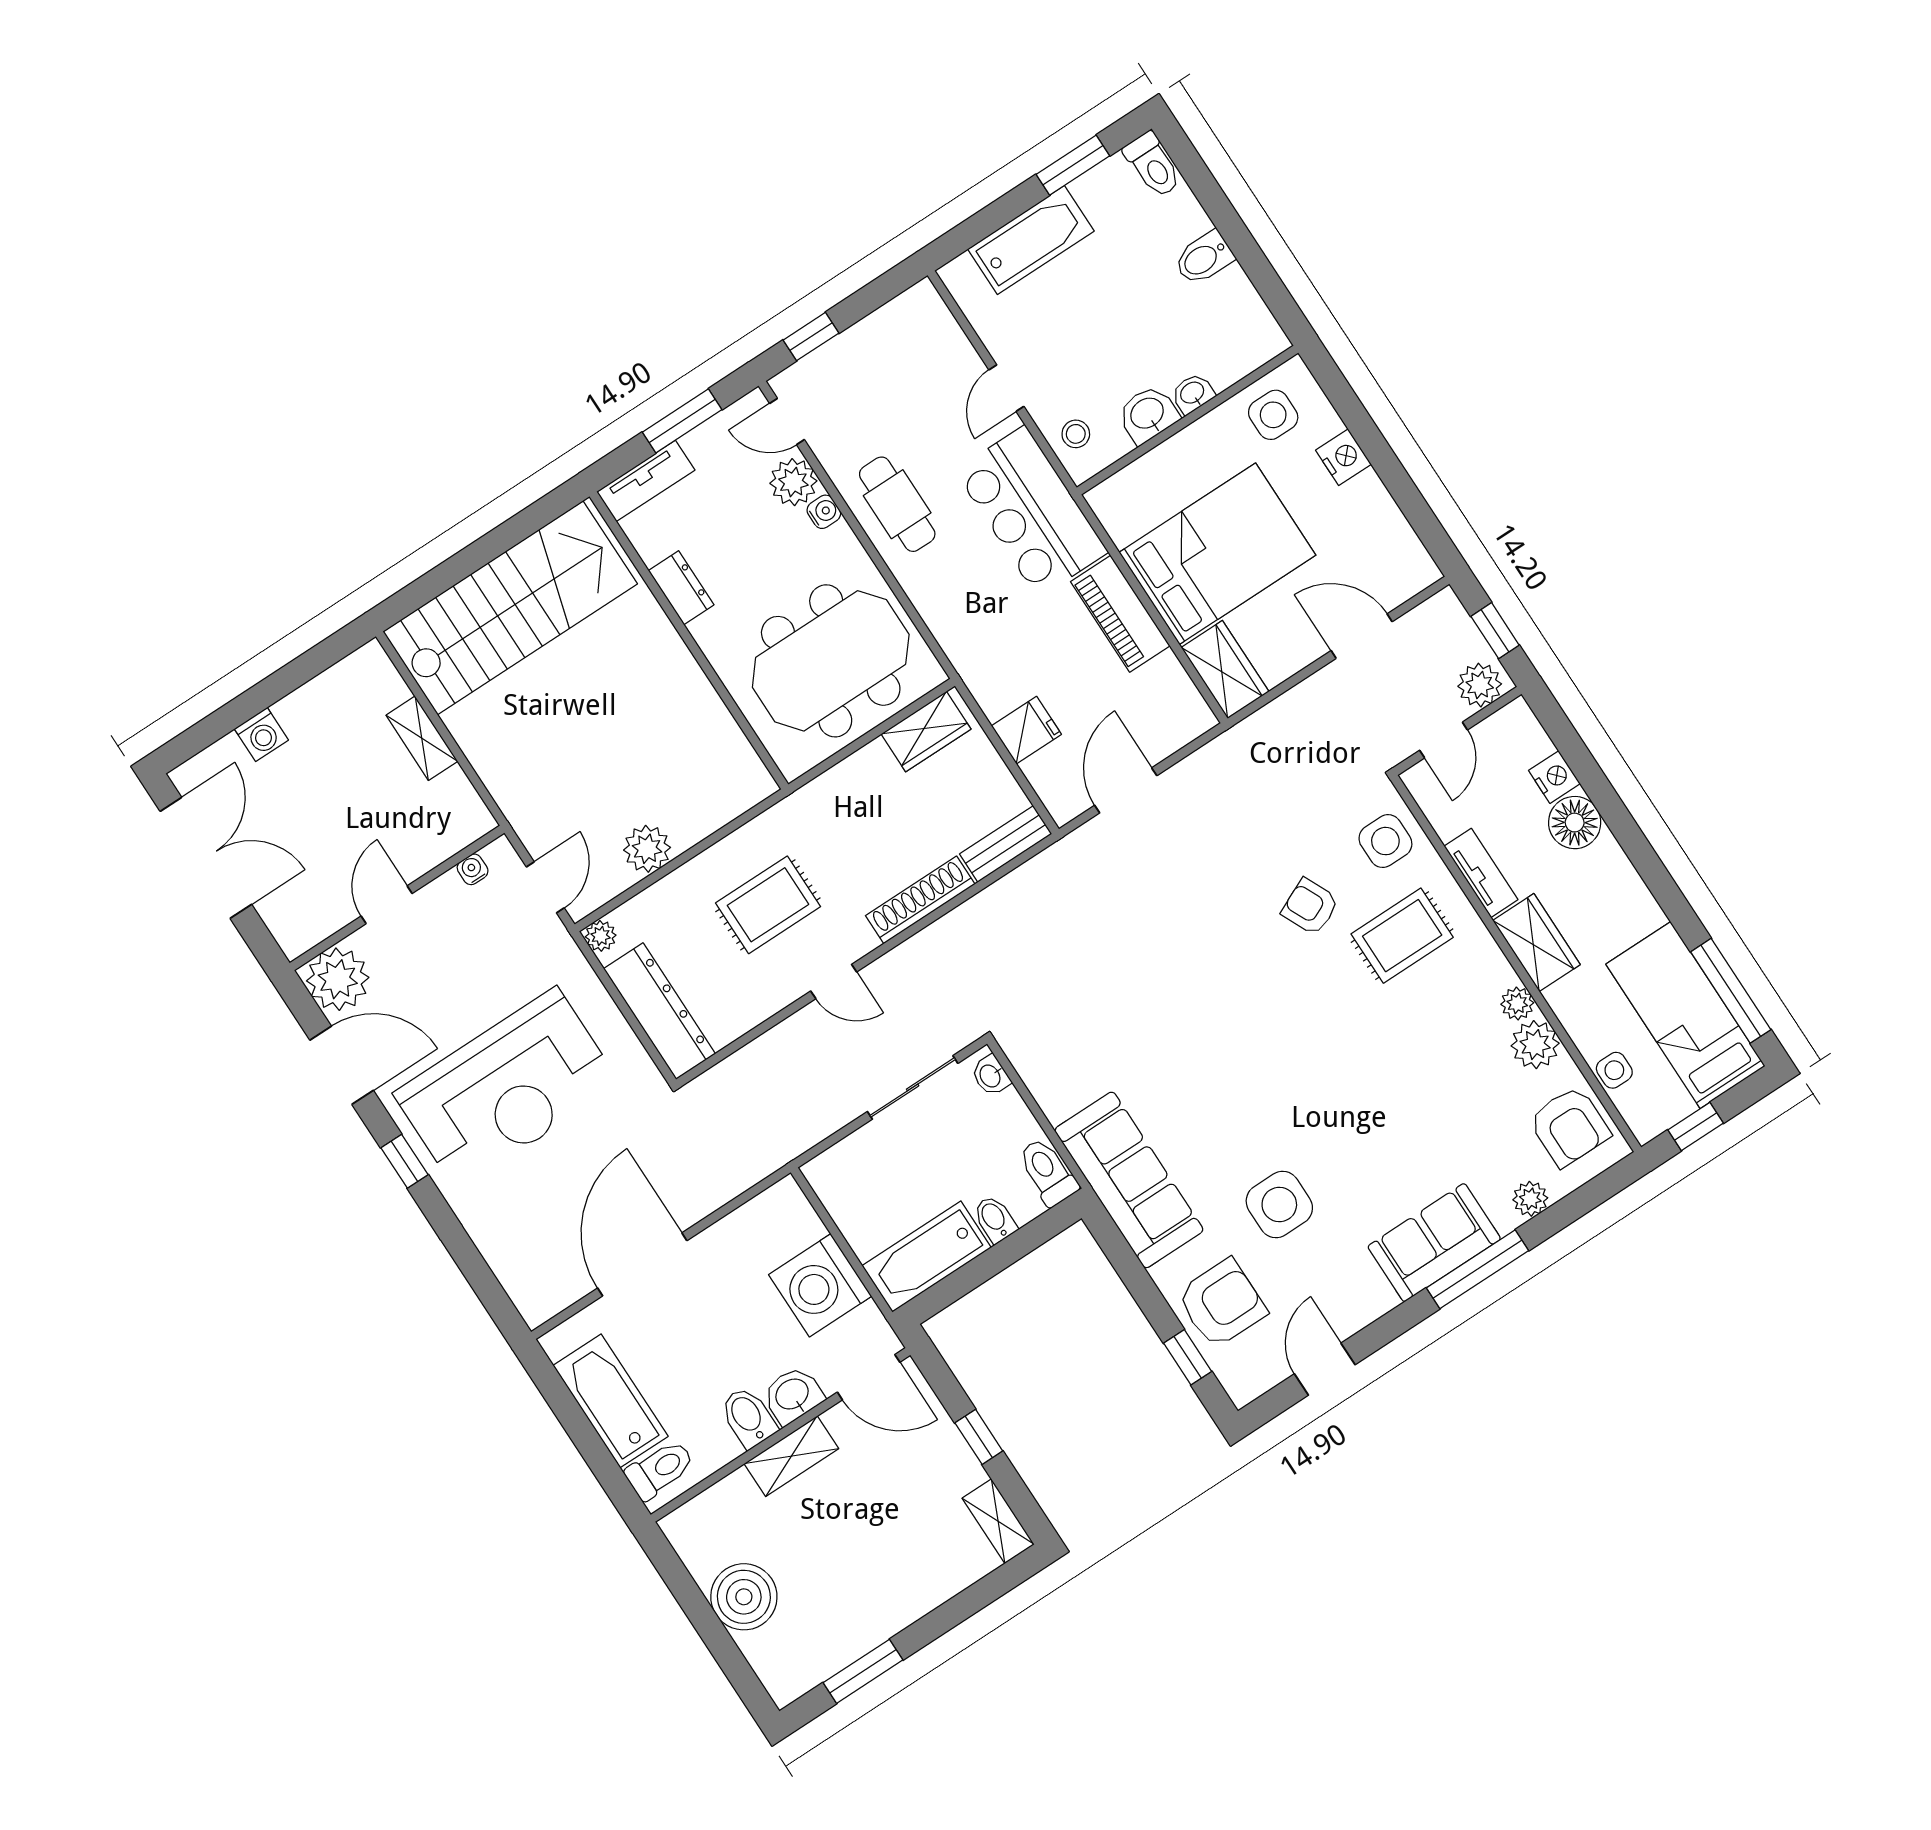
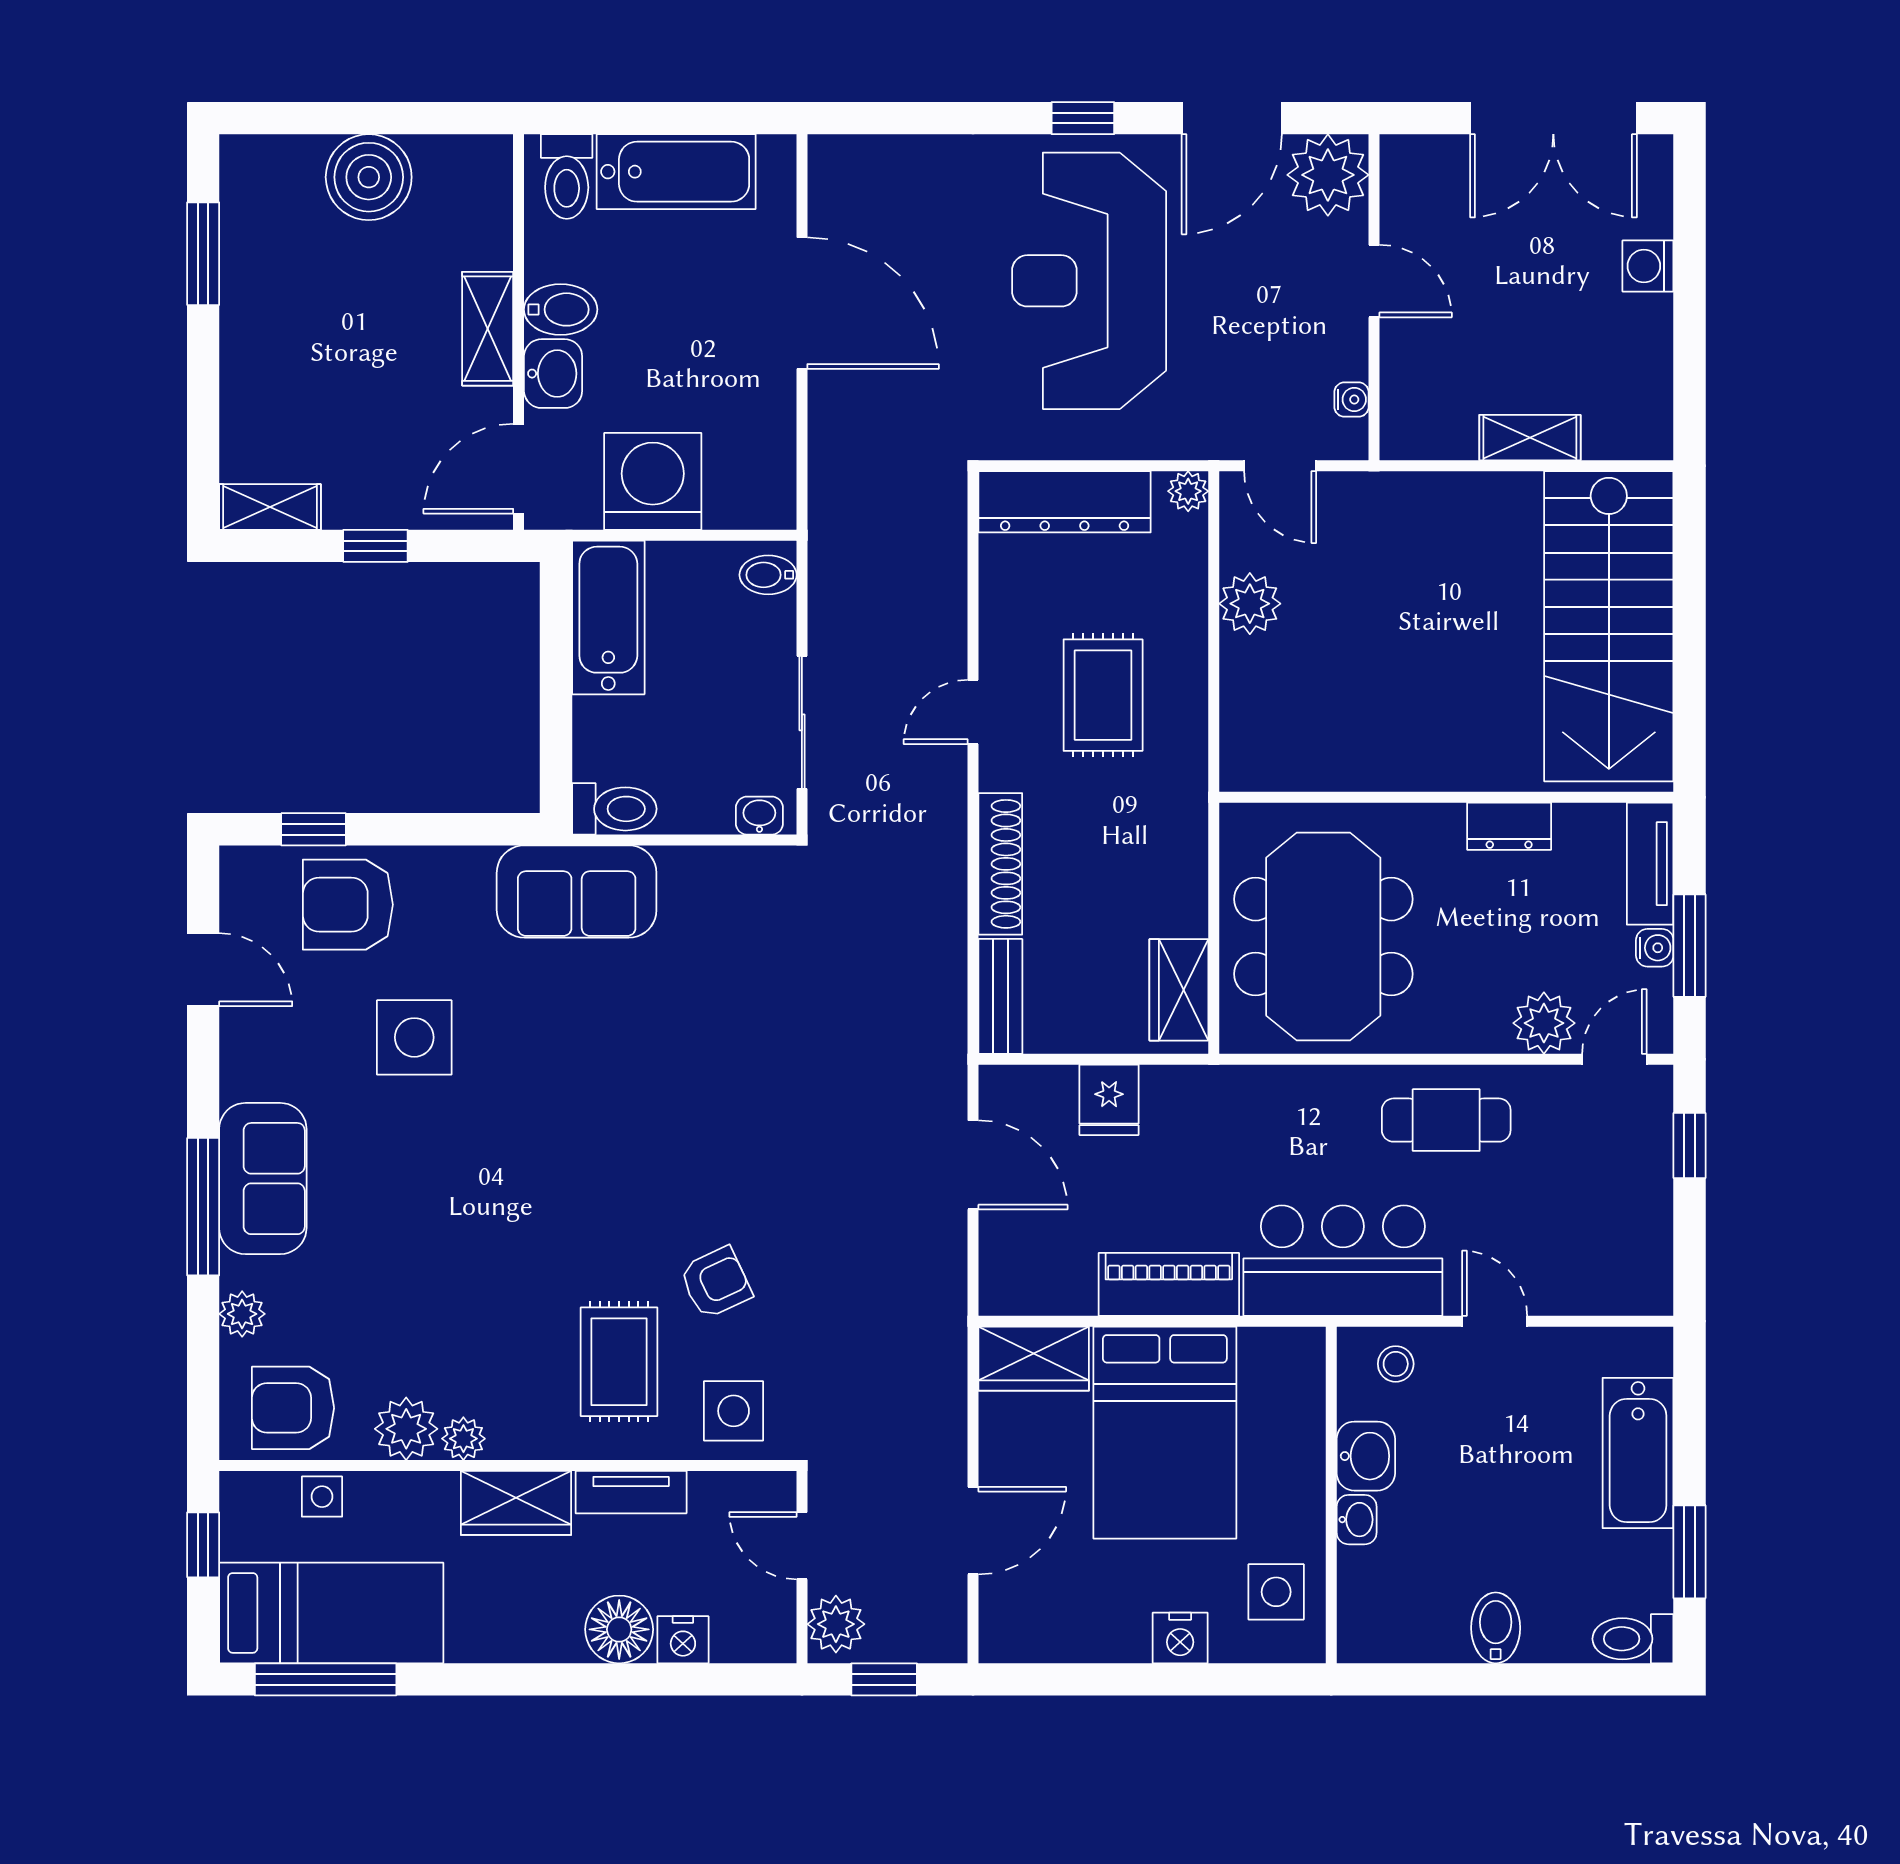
water cooler: (824, 512) -> (1655, 948), moved, turned -90
sofa: (1129, 1180) -> (577, 892), width x0.73
bidet: (995, 1219) -> (768, 575), moved, turned 180
armchair: (1222, 1303) -> (348, 905), turned 90

